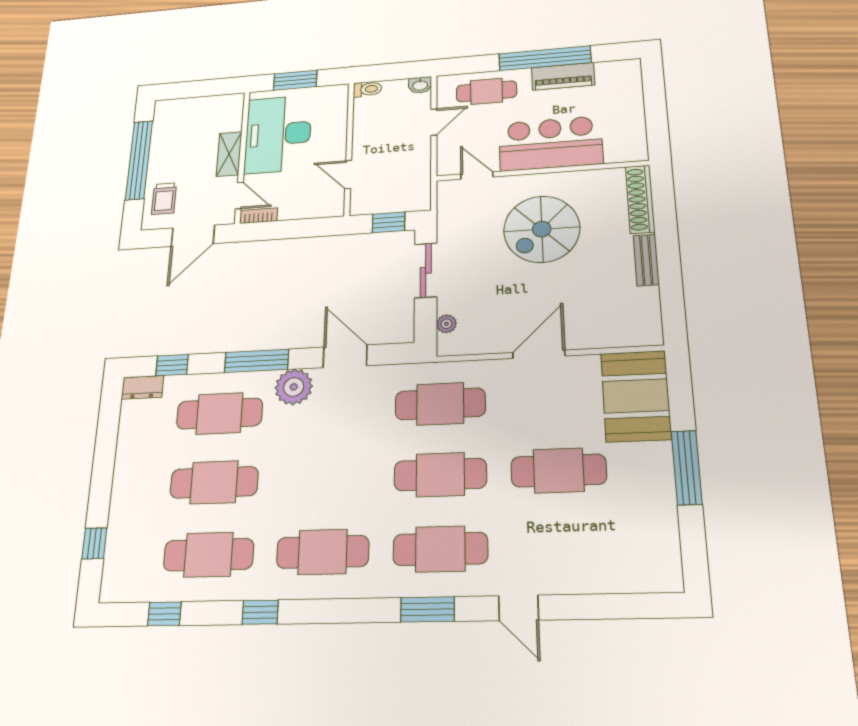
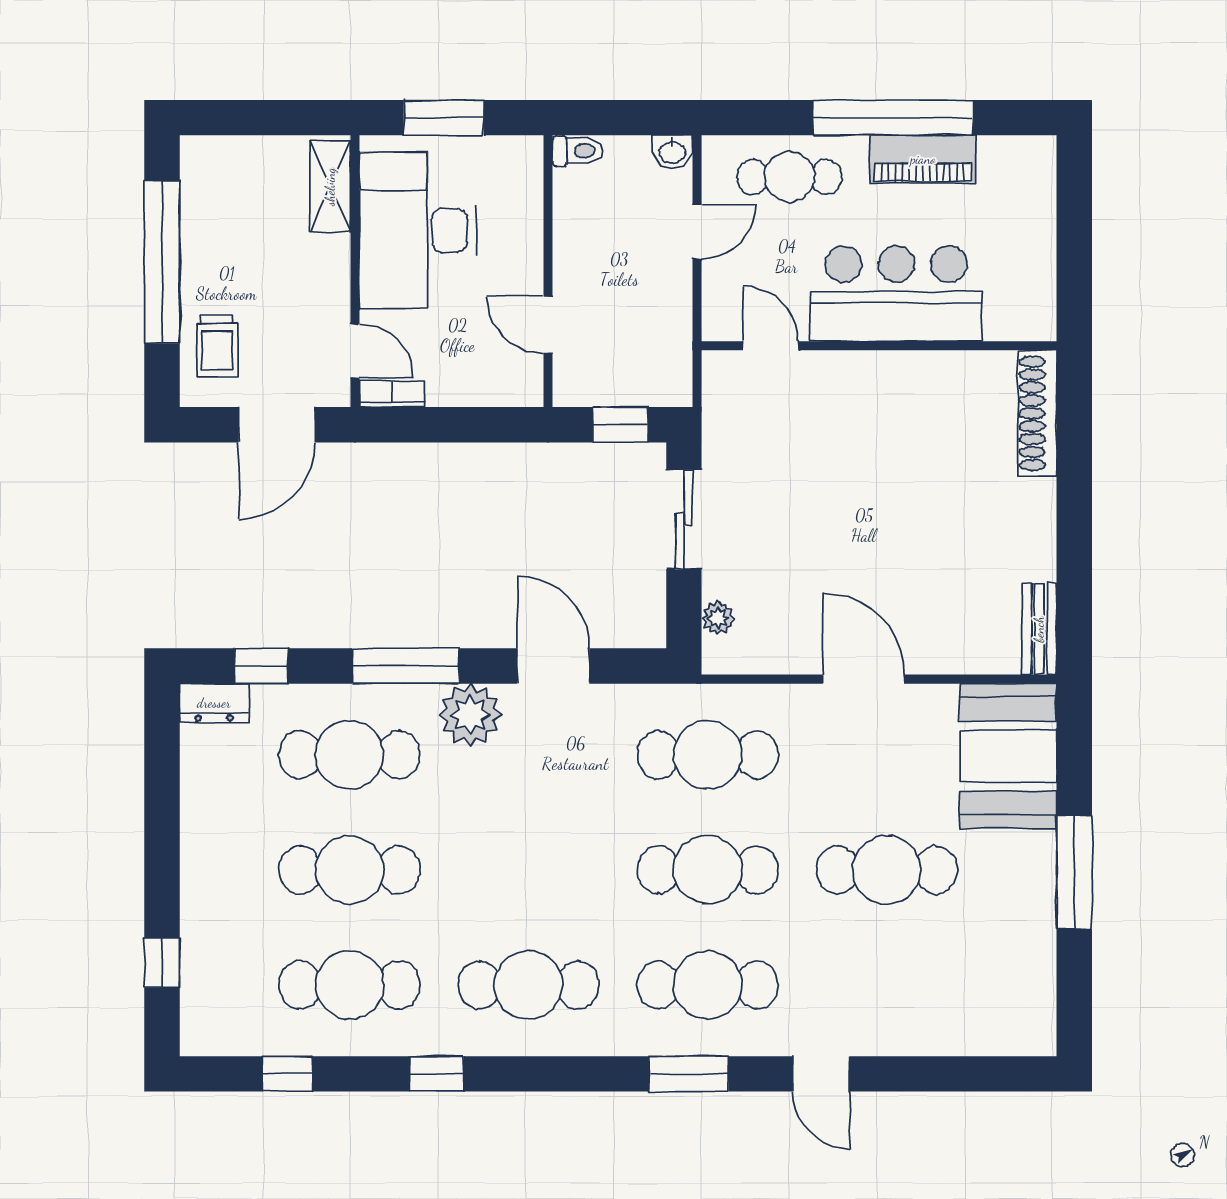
shelving: (229, 154) -> (330, 187), moved
spiral stairs: (542, 229) -> (876, 457), removed
bench: (646, 260) -> (1039, 629), moved
door: (539, 354) -> (864, 679), hinge flipped

